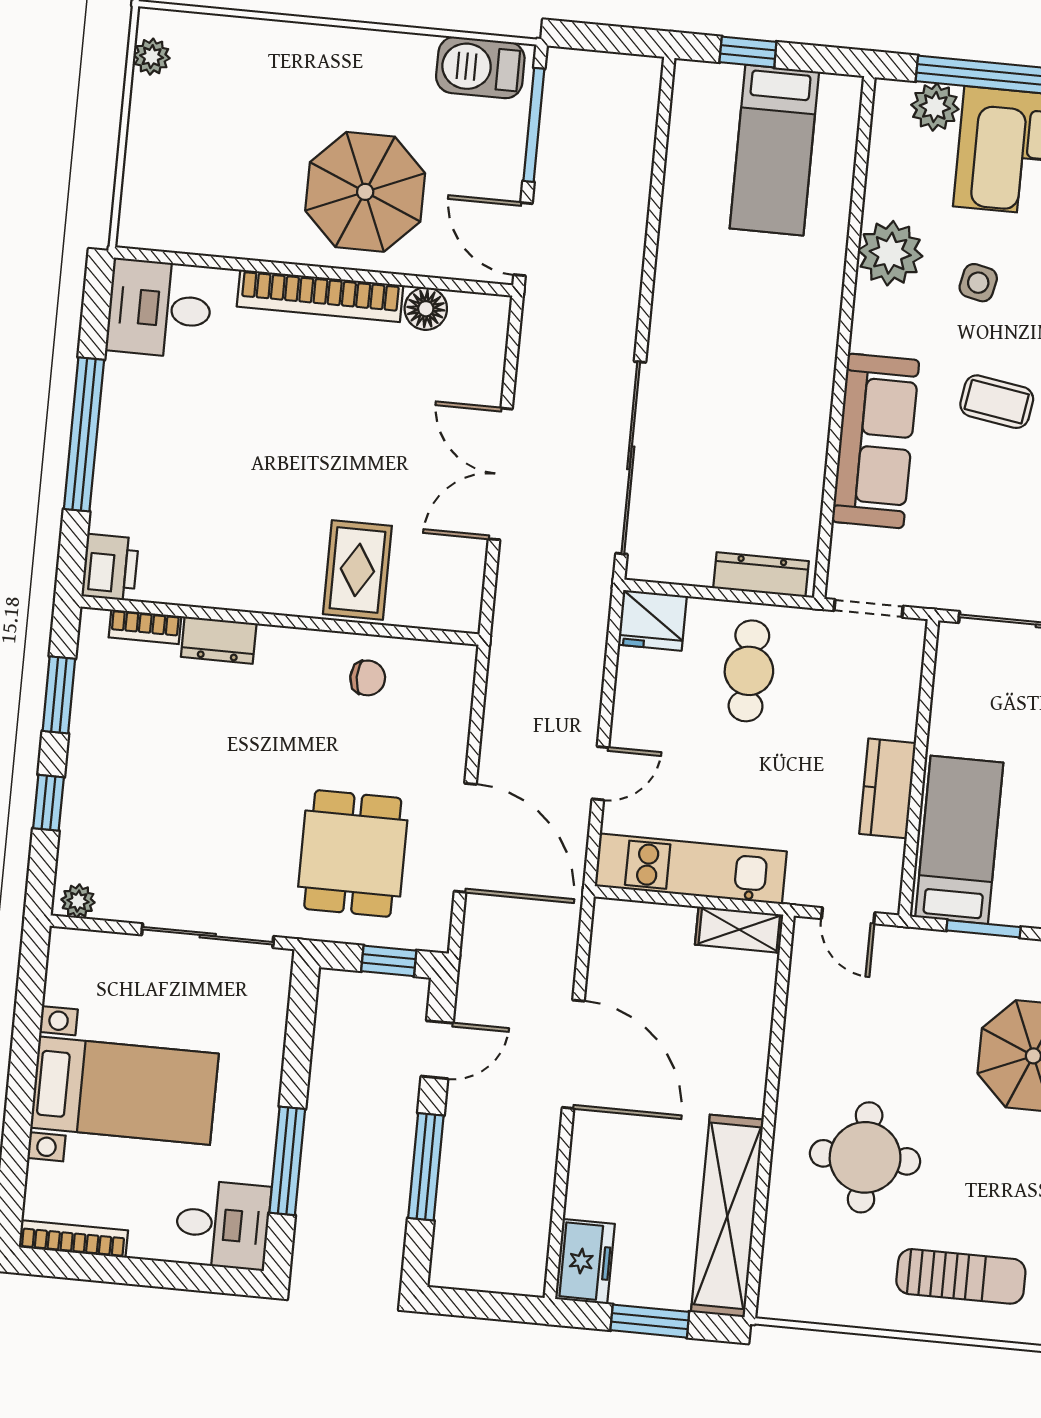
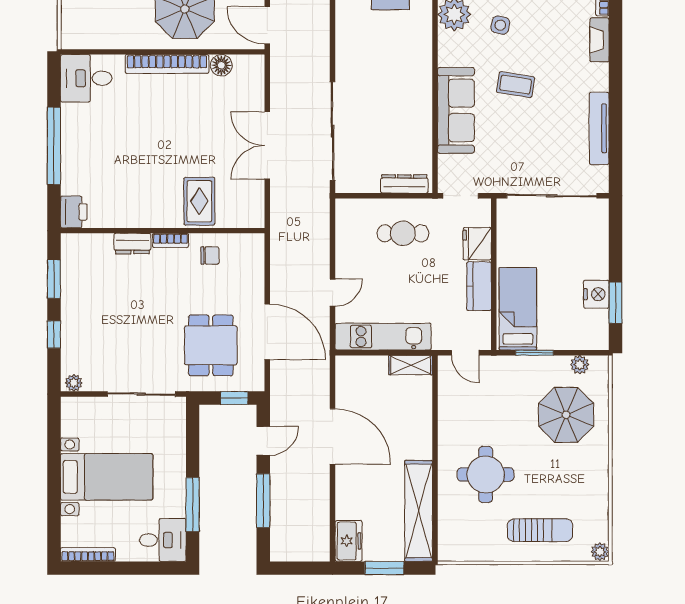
fridge: (652, 620) -> (477, 244), moved, turned 90
bookcase: (145, 627) -> (170, 240), moved
cafe table: (749, 671) -> (403, 233), turned 90

